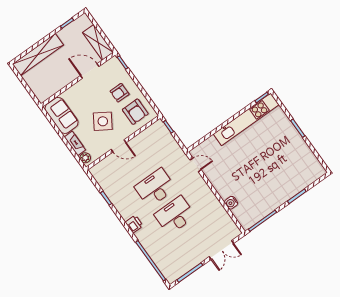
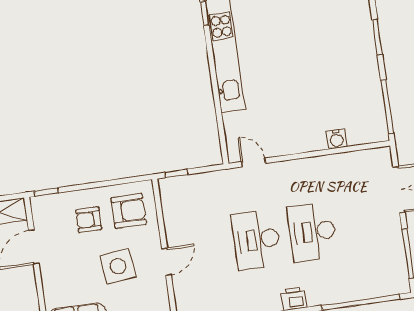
armchair: (120, 93) -> (89, 220), turned 90
side table: (103, 121) -> (118, 266), turned -38
door: (196, 165) -> (253, 163), hinge flipped

